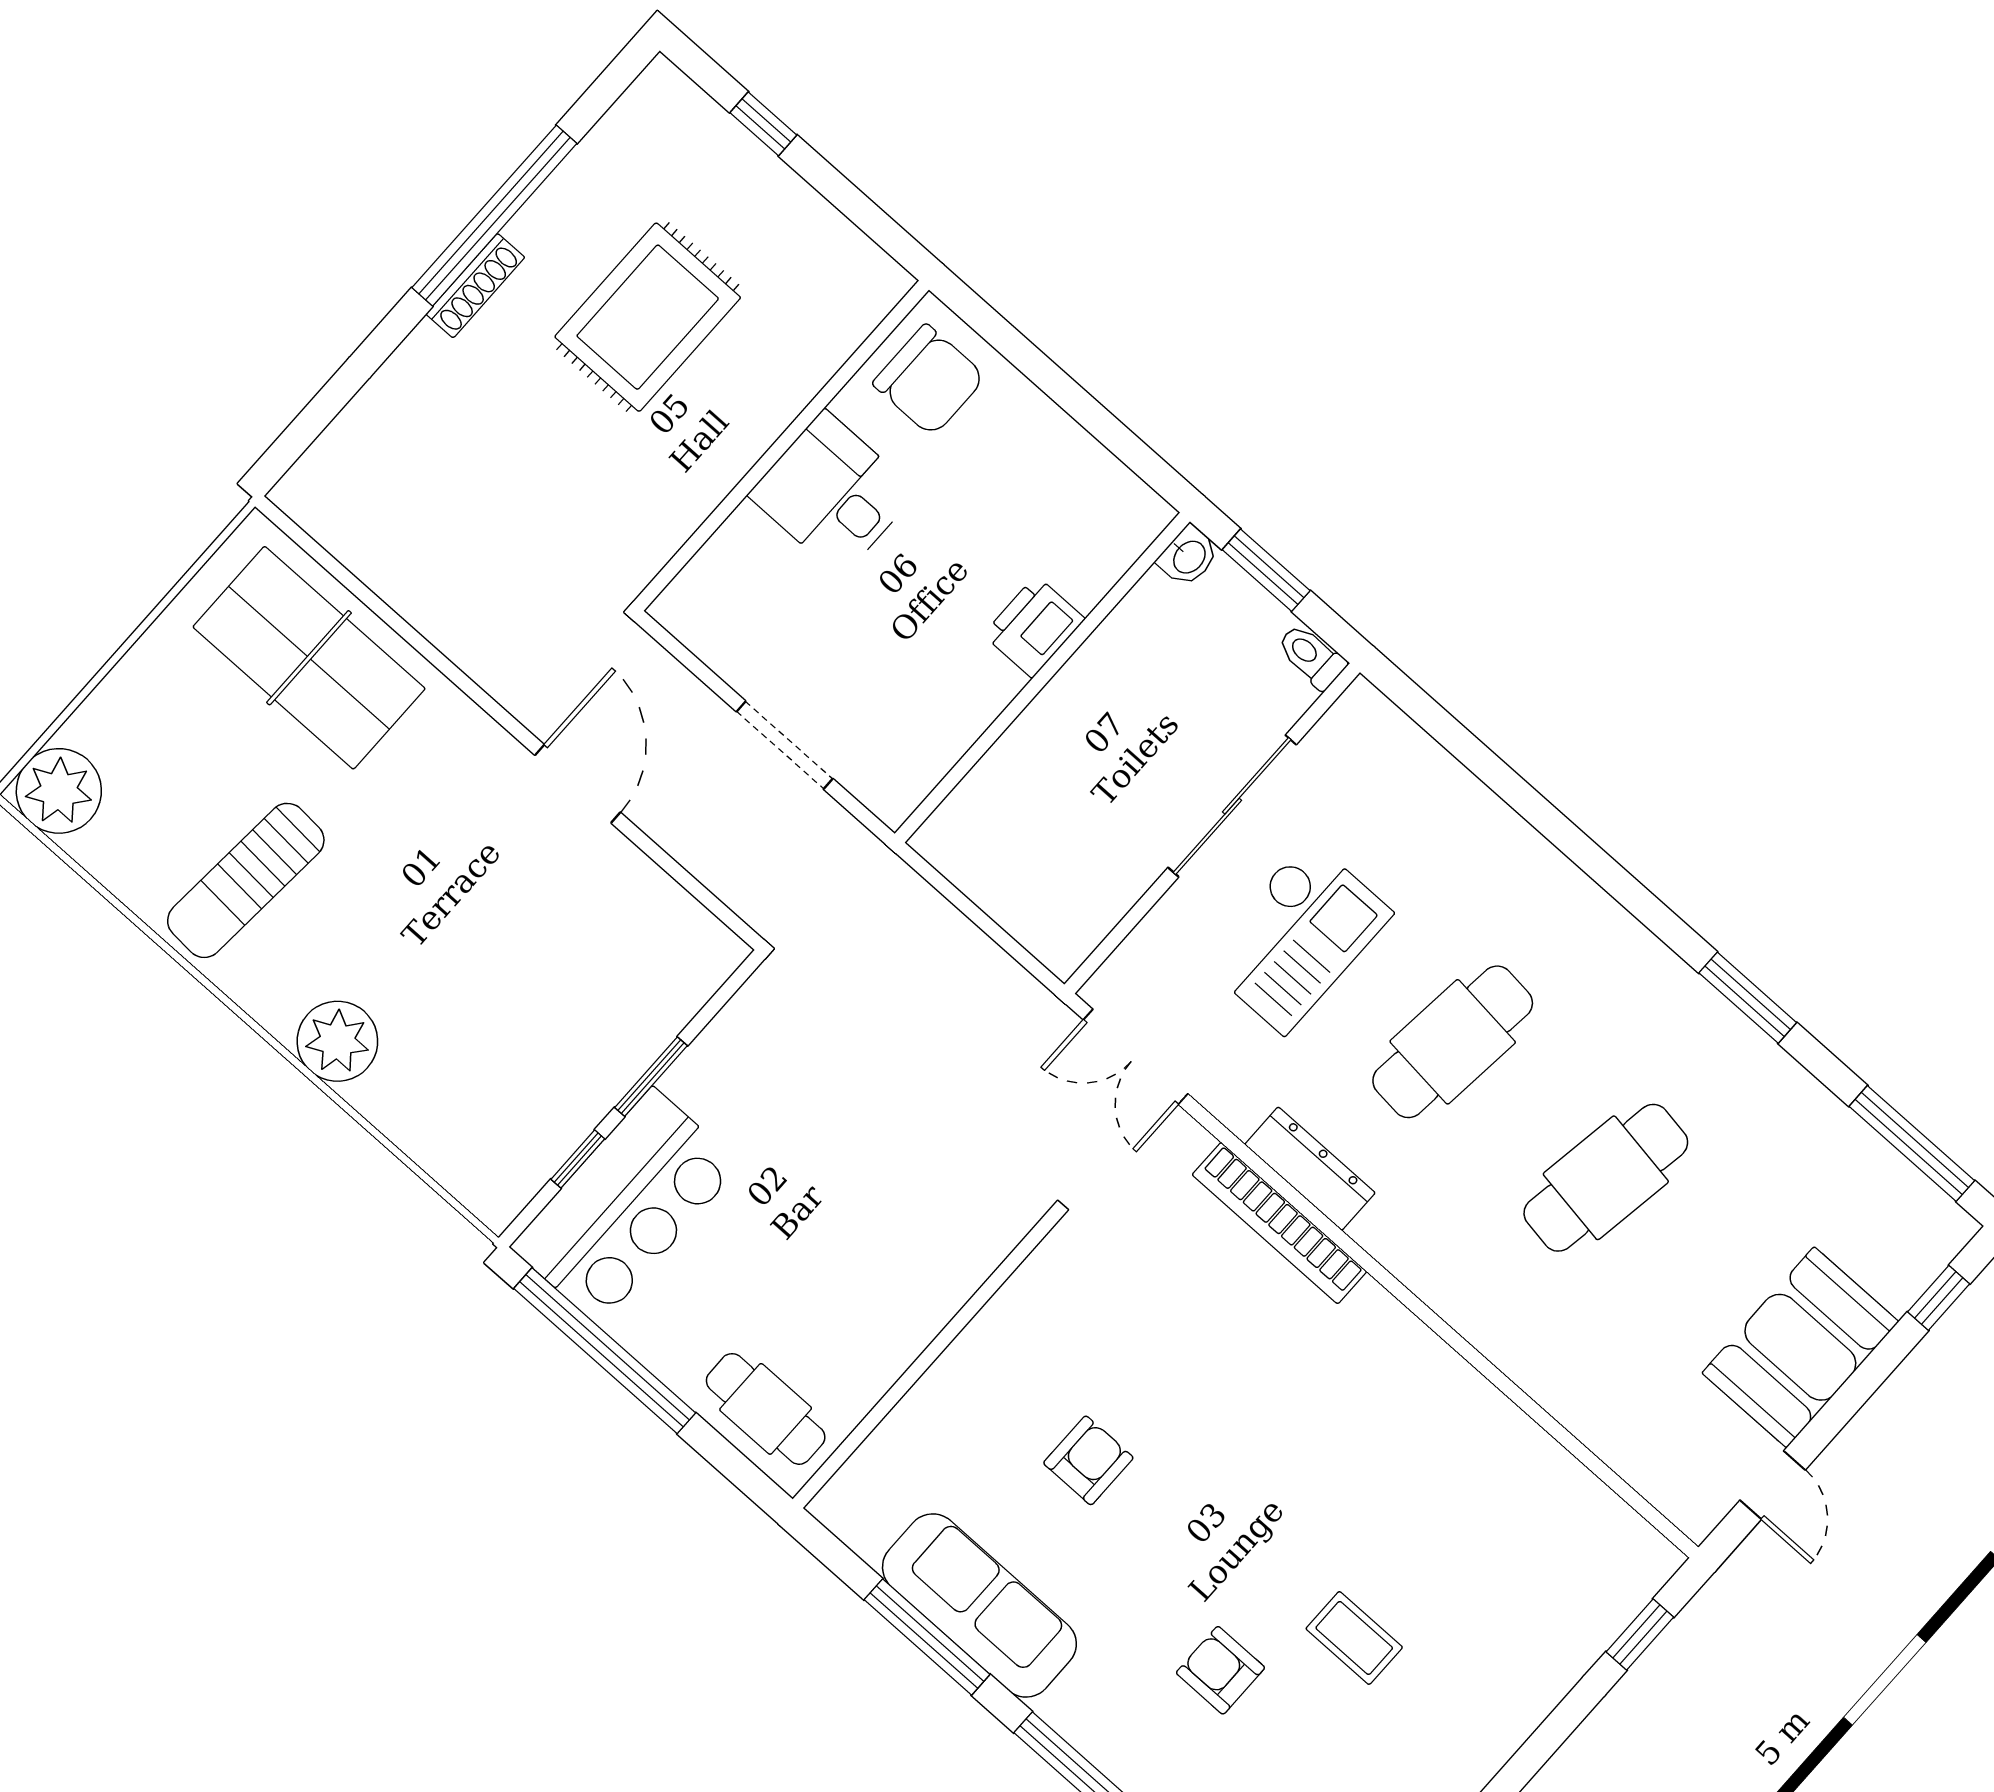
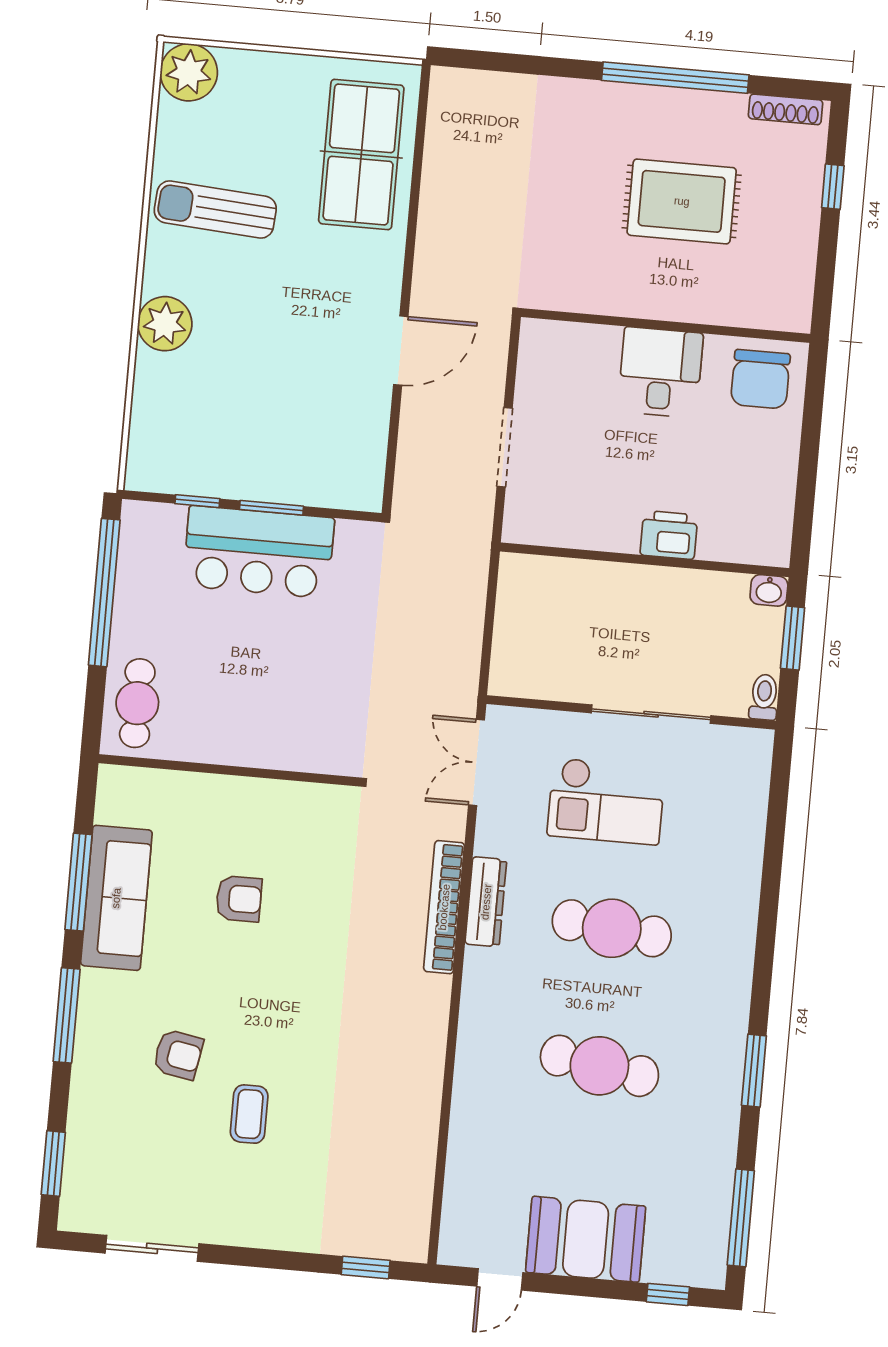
shoe rack: (475, 286) -> (786, 109), moved
bar counter: (626, 1206) -> (259, 552), moved
armchair: (1220, 1670) -> (178, 1054), turned 100

